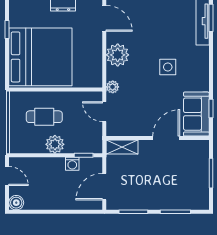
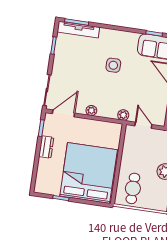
plant: (118, 55) -> (91, 111), width x0.53, depth x0.53
door: (104, 112) -> (143, 125), swing flipped
cafe table: (44, 117) -> (133, 188), moved

